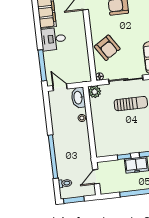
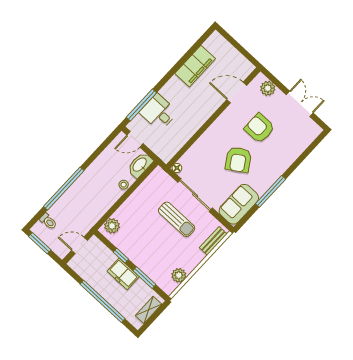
desk: (53, 39) -> (159, 112), moved
armchair: (107, 48) -> (238, 160), moved
door: (60, 87) -> (135, 139), swing flipped
plant: (95, 92) -> (112, 226), moved

